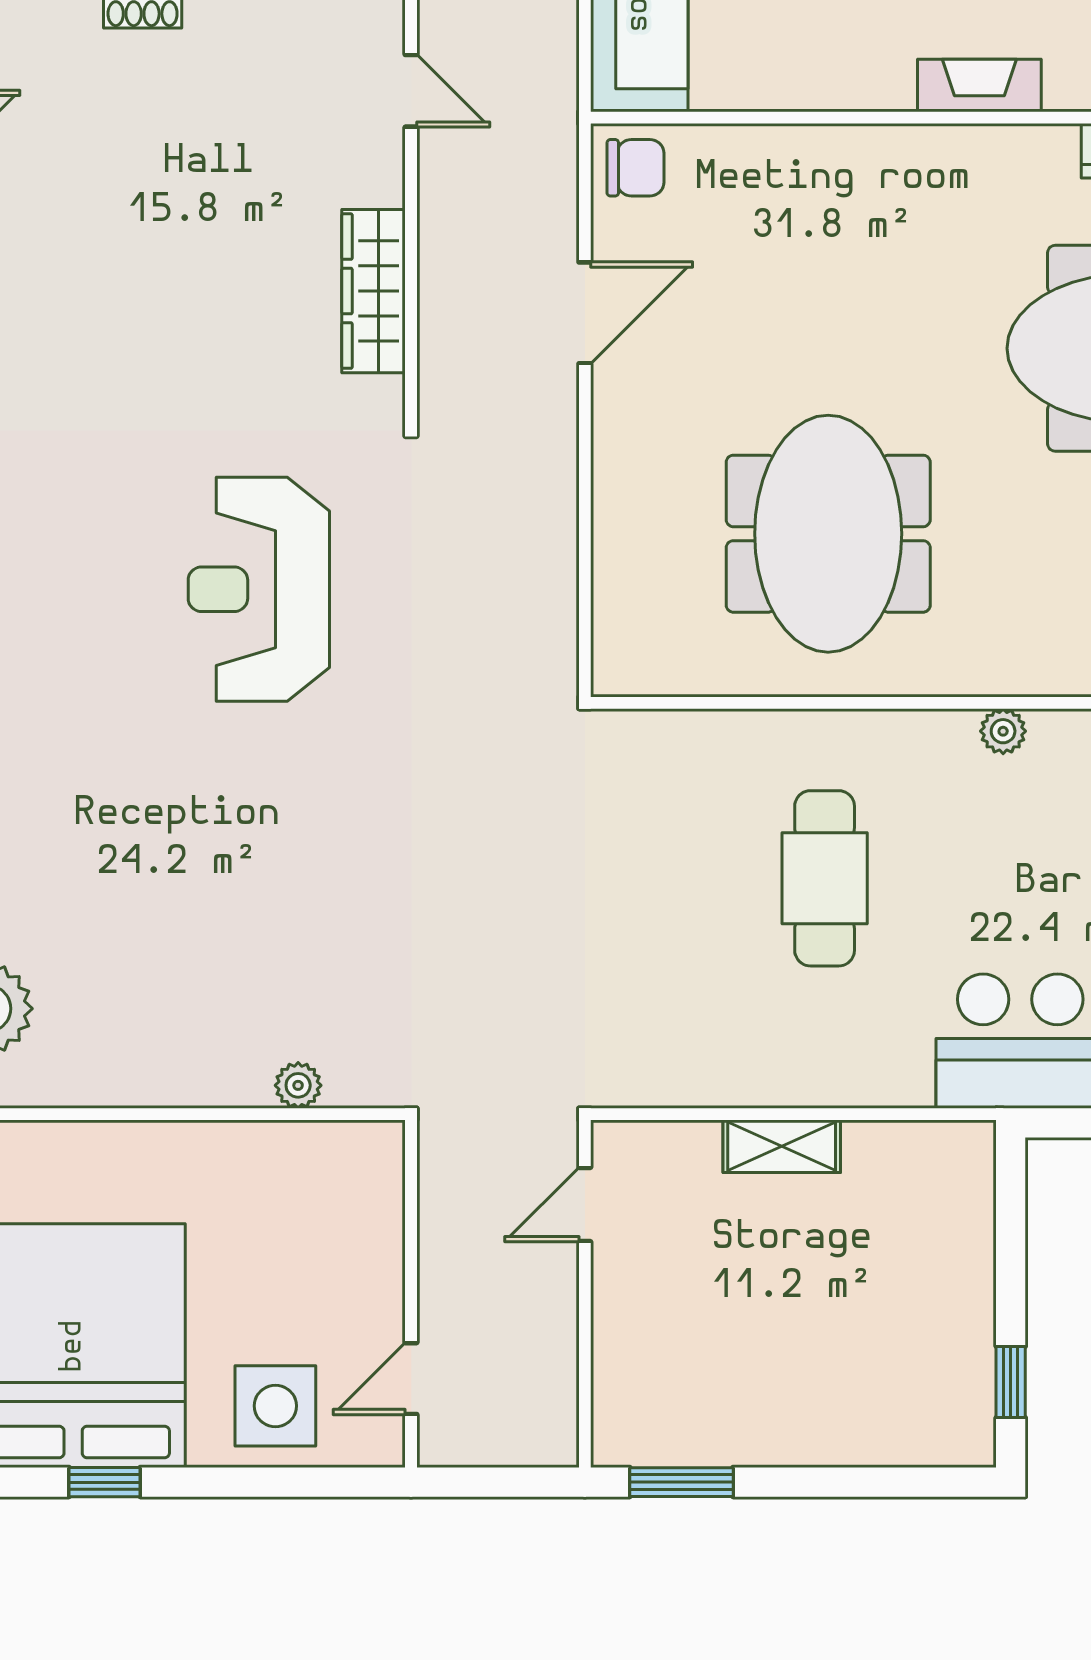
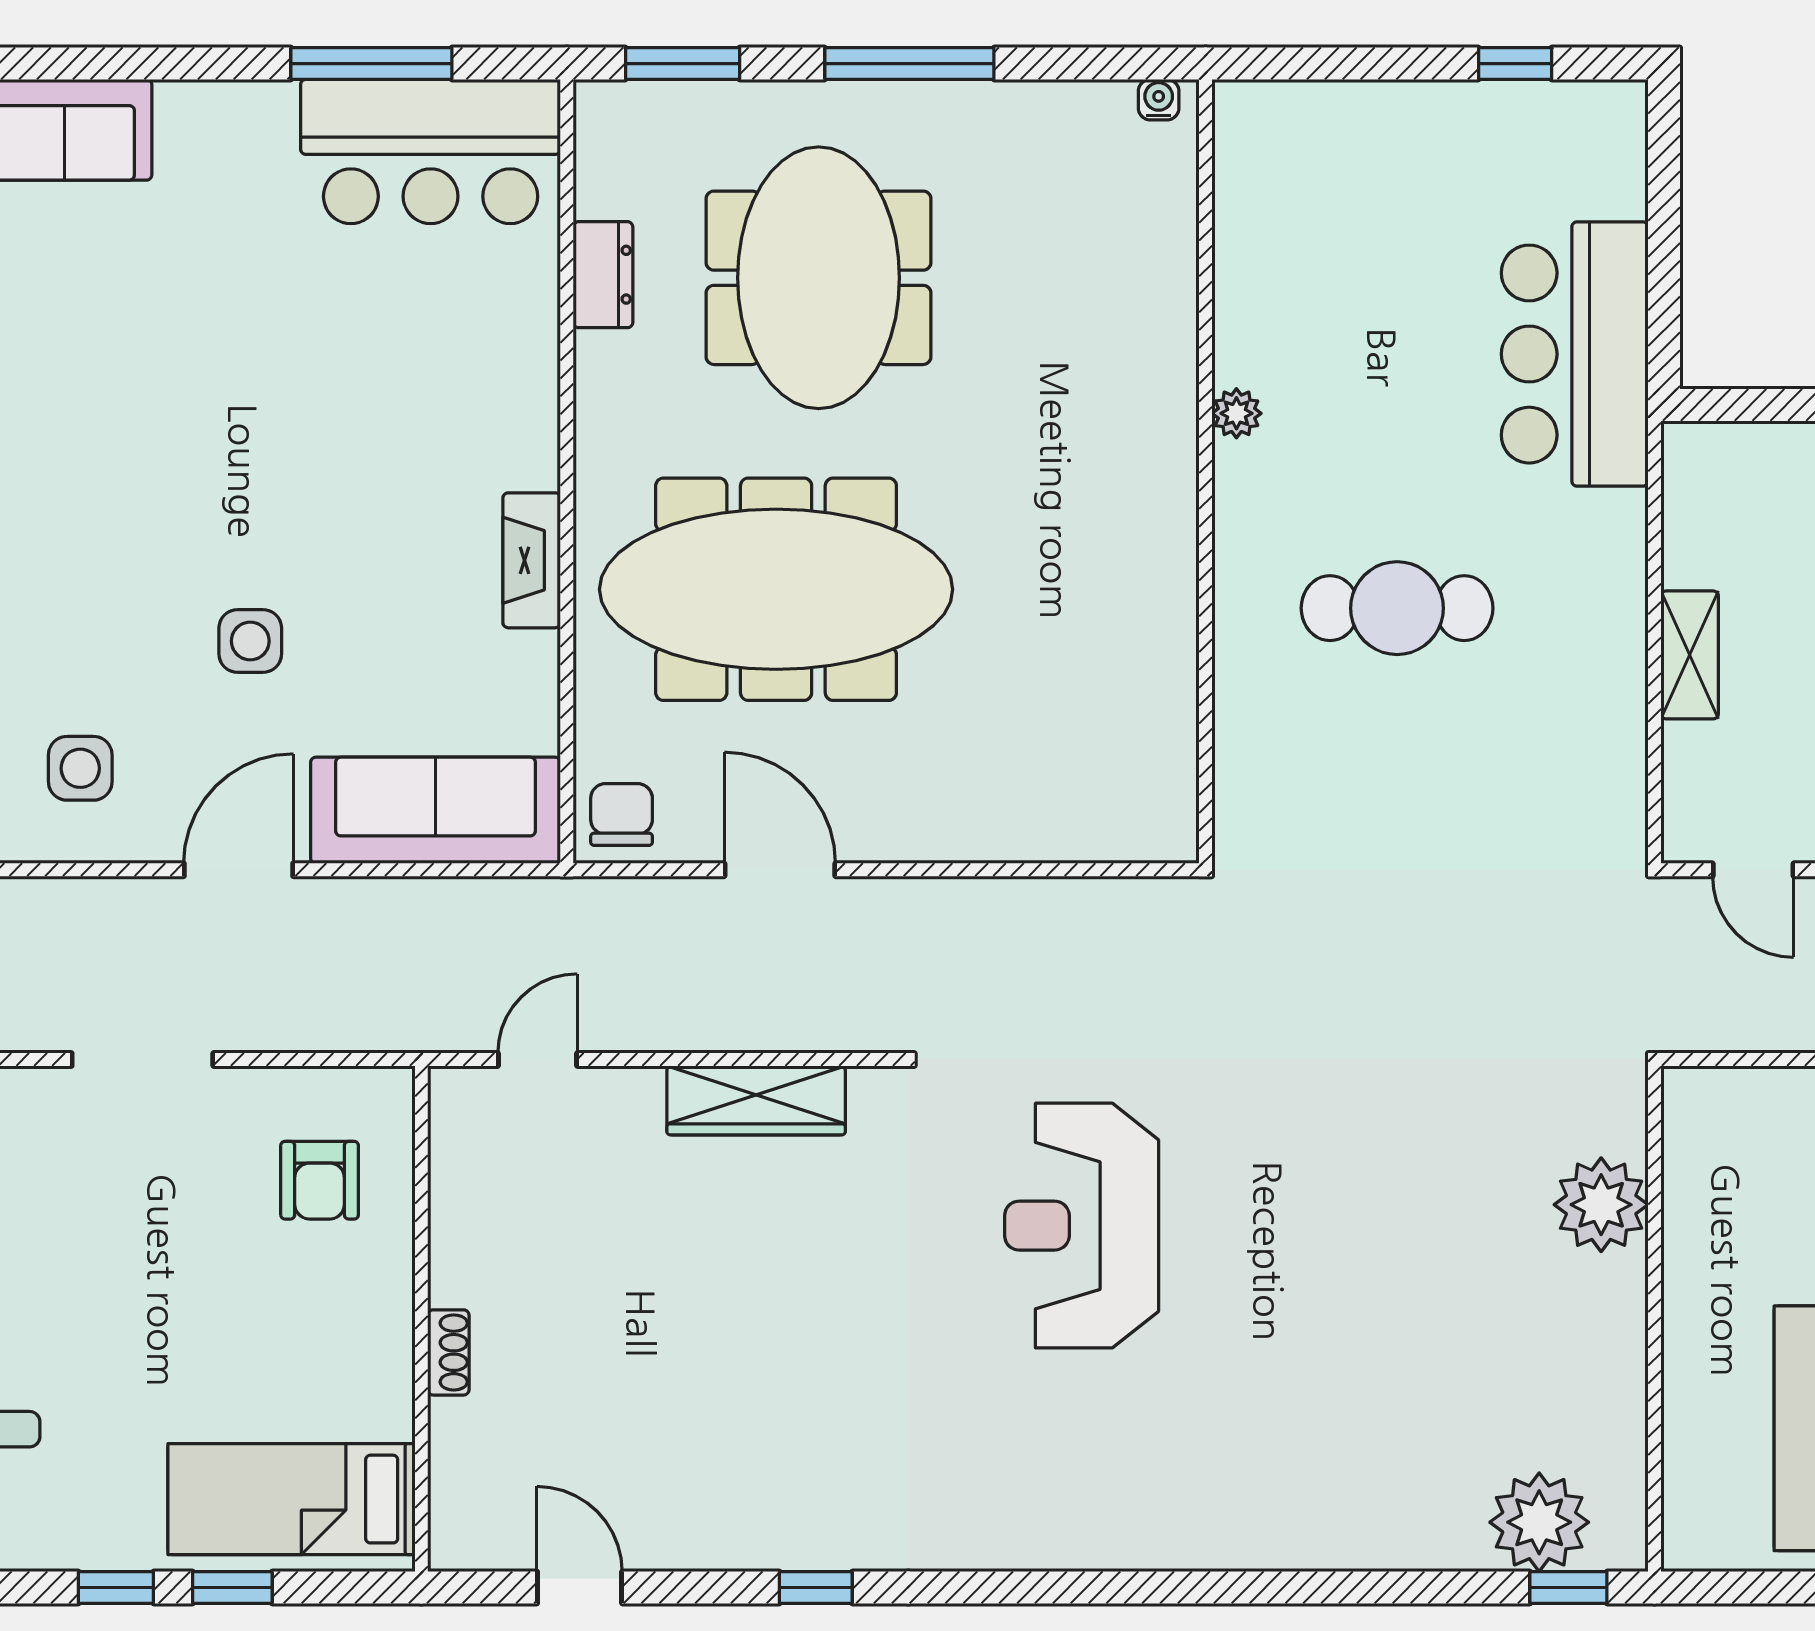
fireplace: (979, 85) -> (532, 560), moved
meeting table: (828, 534) -> (776, 589), moved, width x1.36
reception desk: (259, 589) -> (1082, 1226), turned 90
plant: (298, 1085) -> (1601, 1205), width x1.87, depth x1.87

